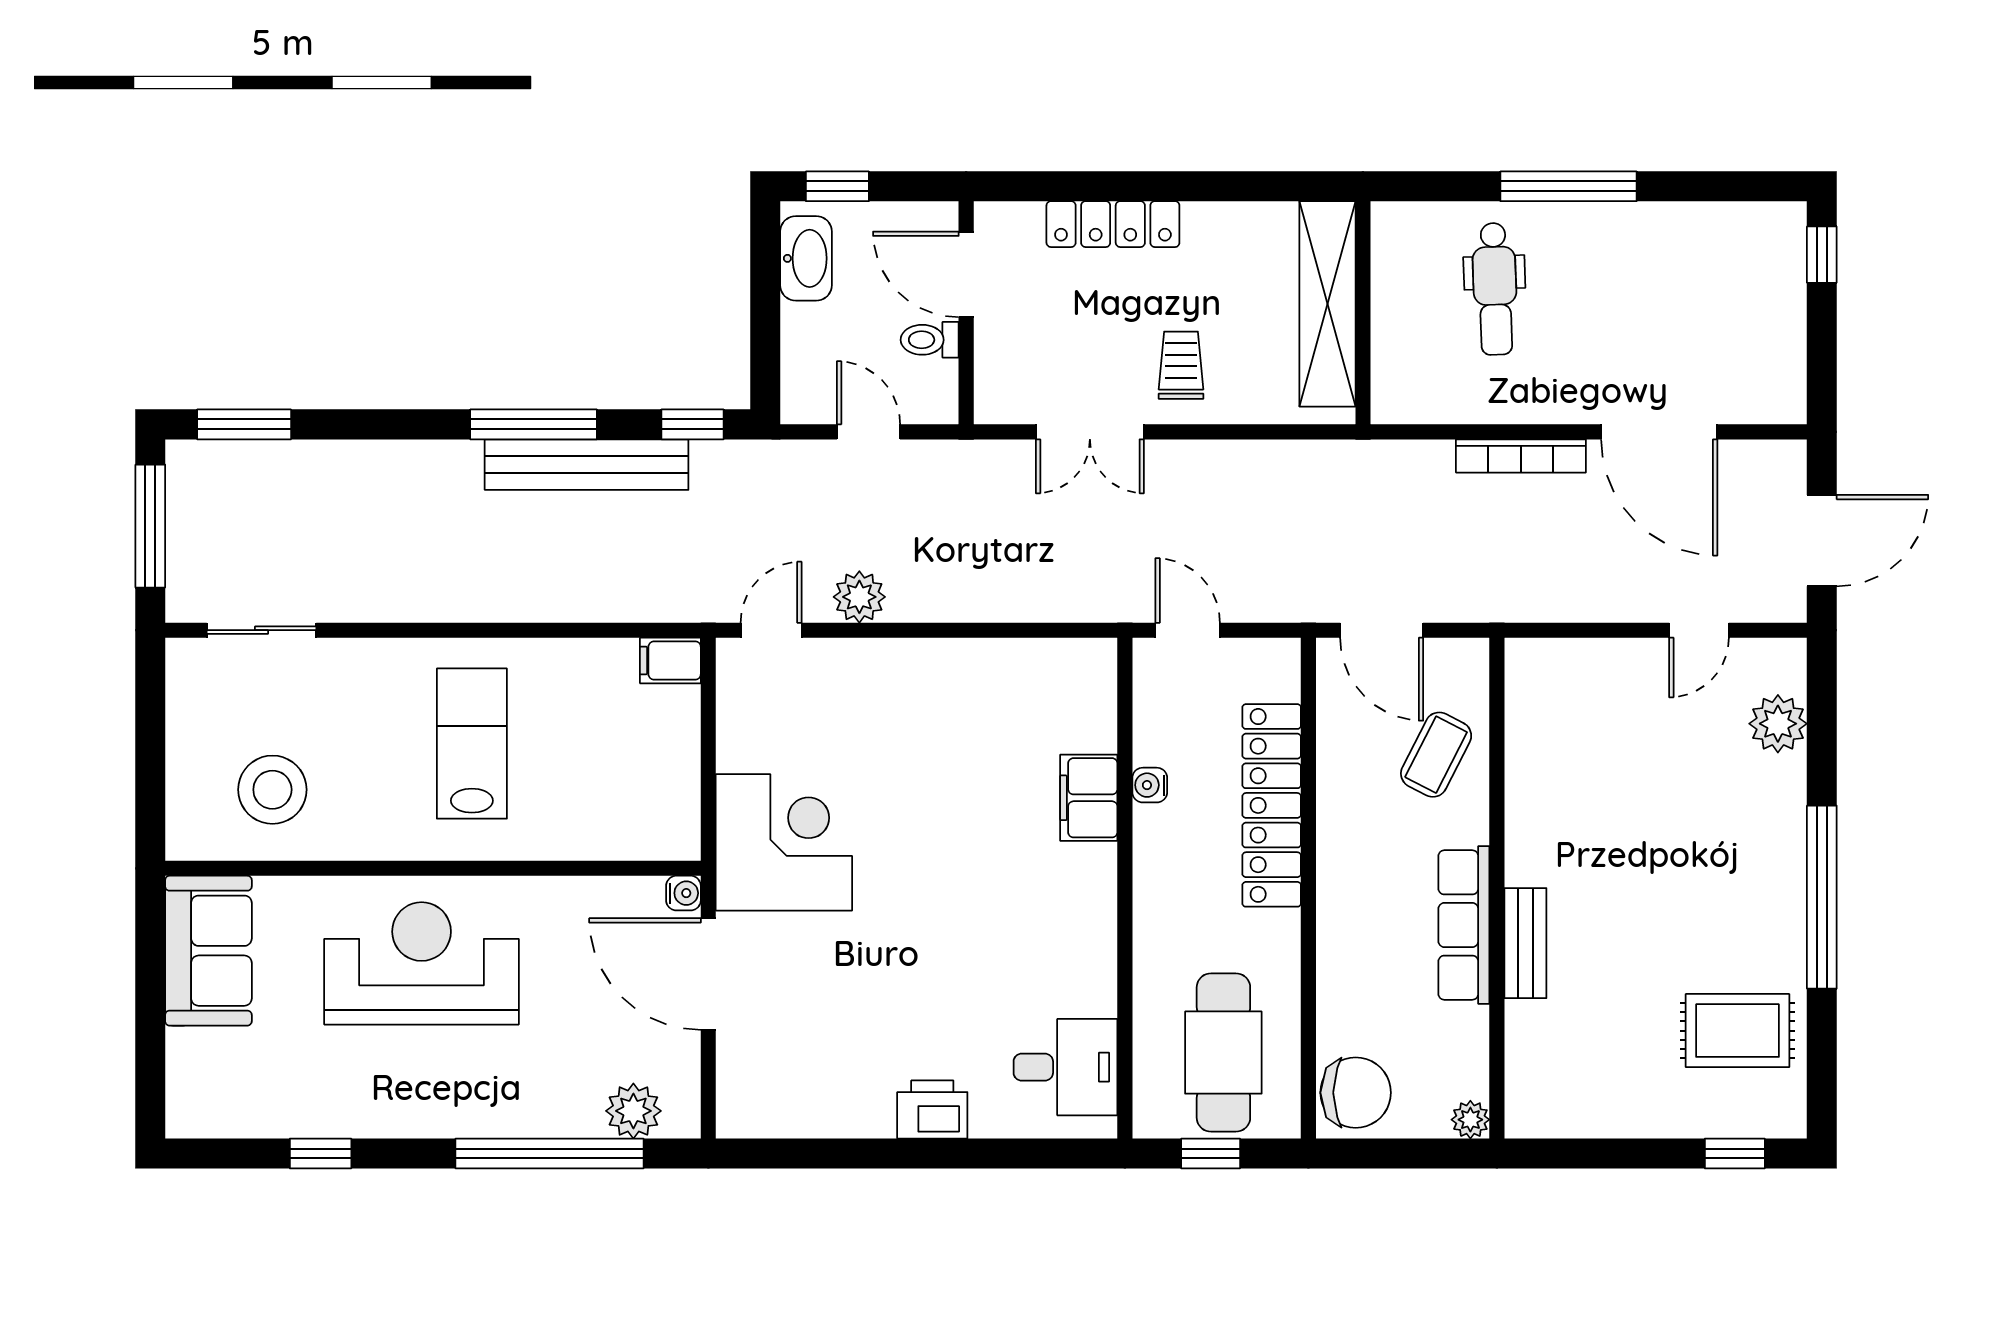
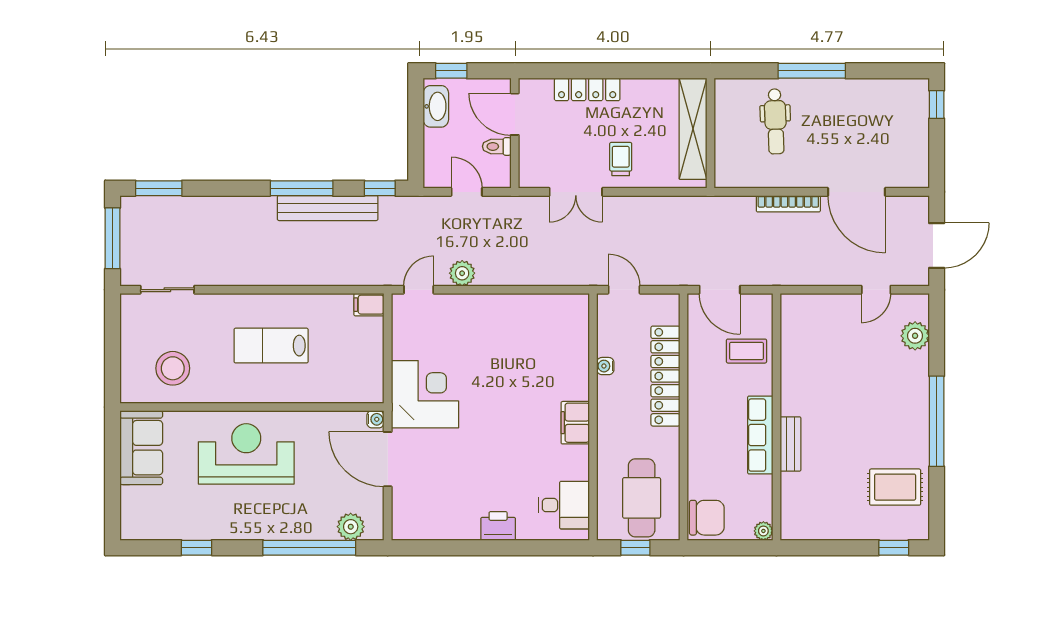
lab bench: (472, 744) -> (271, 346), turned -90
coffee table: (1436, 755) -> (746, 351), turned 63
filing cabinet: (1089, 798) -> (575, 423), moved

